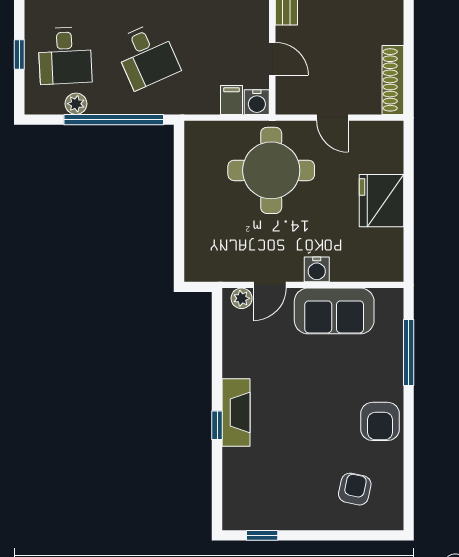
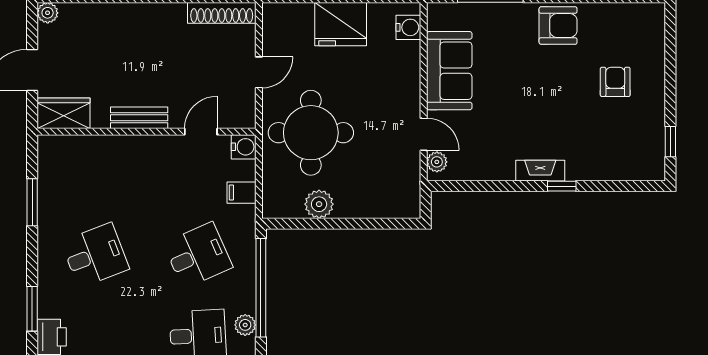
filing cabinet: (232, 100) -> (241, 193), moved
plant: (199, 179) -> (319, 204), added
water cooler: (317, 269) -> (408, 27), moved
fireplace: (236, 412) -> (540, 171), width x0.73, depth x0.76
armchair: (355, 489) -> (615, 82), moved, turned 78

